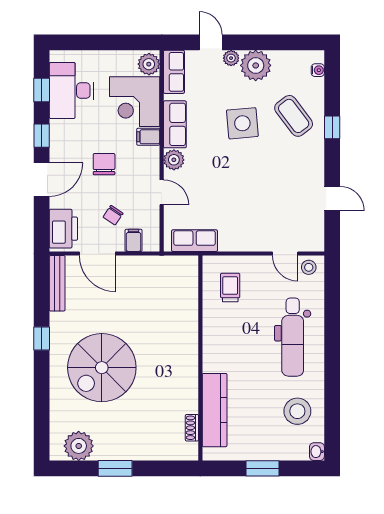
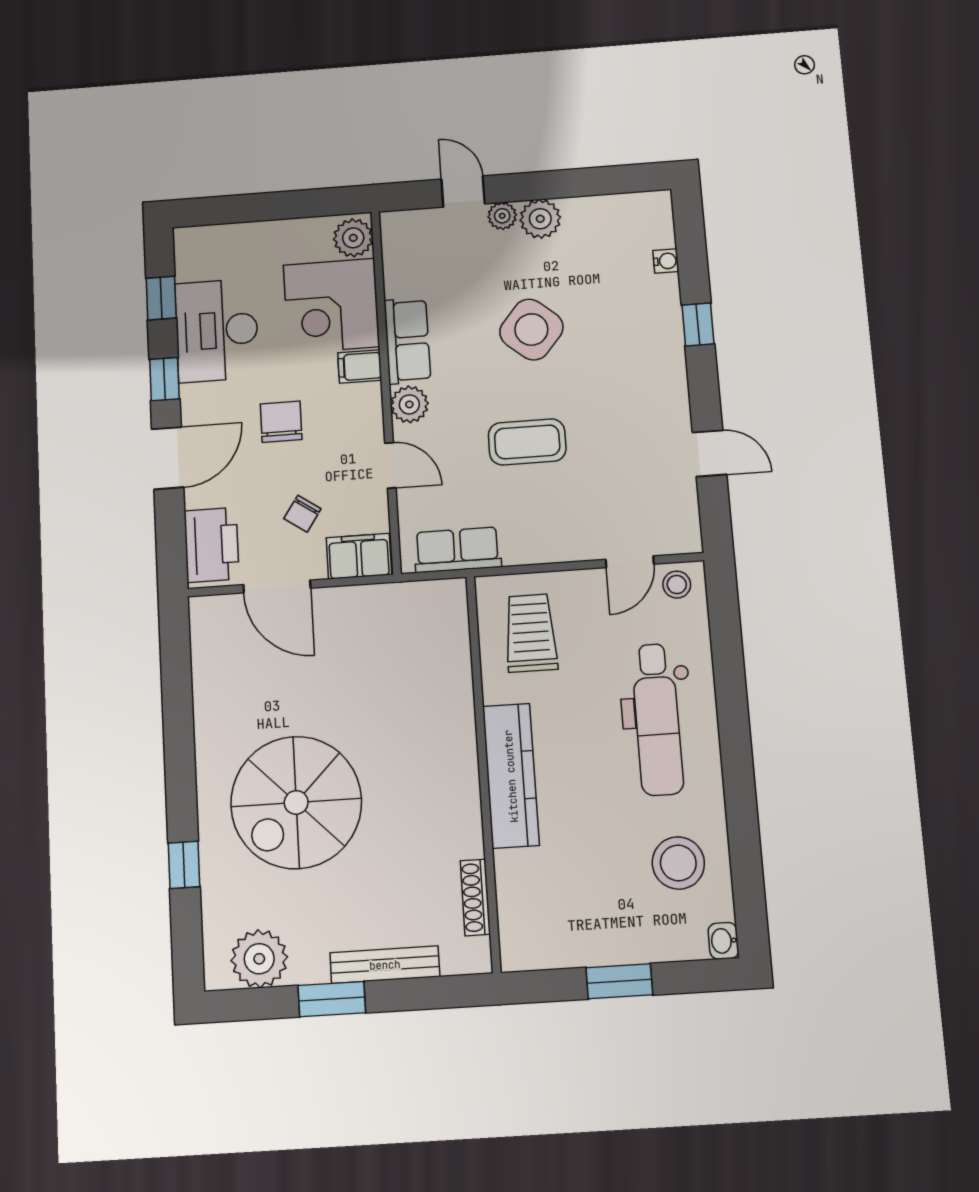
plant: (256, 65) -> (540, 219), width x0.73, depth x0.73
water cooler: (318, 70) -> (666, 261), moved
row of seats: (174, 72) -> (400, 248), removed
desk: (71, 91) -> (217, 330), moved
coffee table: (294, 116) -> (527, 442), moved, turned -53
side table: (242, 123) -> (531, 330), turned 45
filing cabinet: (134, 240) -> (359, 556), width x2.00
door: (285, 254) -> (630, 562), hinge flipped
bench: (57, 283) -> (385, 965), moved, turned 90
trolley: (230, 288) -> (531, 633), width x1.36, depth x1.39
window: (42, 338) -> (184, 865), moved
kitchen counter: (215, 410) -> (511, 776), moved
shoe rack: (192, 428) -> (475, 897), width x1.43

